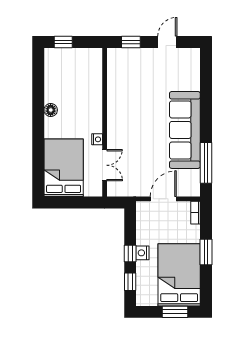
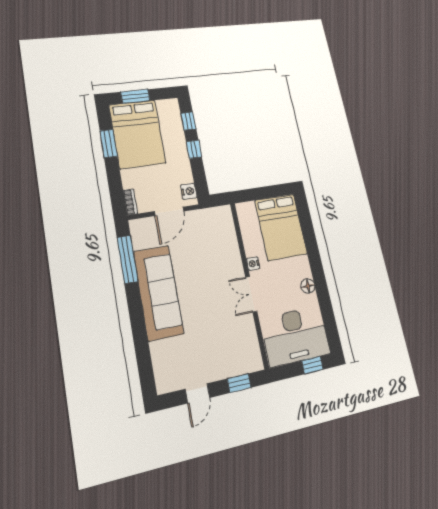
desk: (73, 69) -> (295, 336), added
double door: (105, 165) -> (251, 294), moved
window: (206, 252) -> (109, 144), moved
nightstand: (142, 253) -> (189, 191), moved

